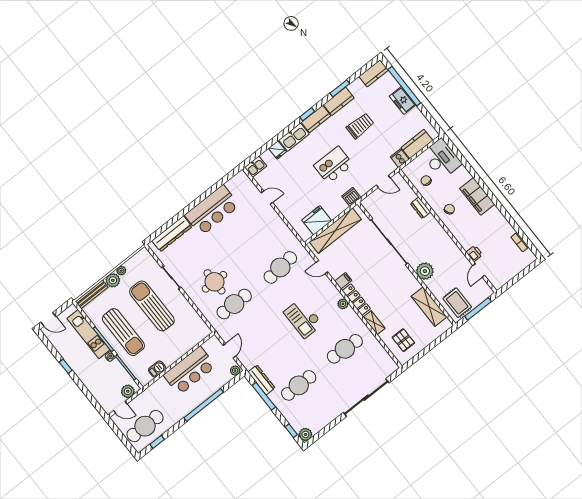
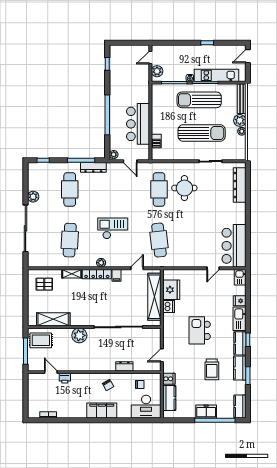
kitchen island: (333, 165) -> (200, 330), turned 180
dishwasher: (351, 197) -> (169, 307), moved
bar counter: (212, 210) -> (234, 246), moved
barbecue: (157, 369) -> (156, 141), moved
cafe table: (145, 426) -> (124, 64), removed
plant: (305, 434) -> (33, 197), moved

